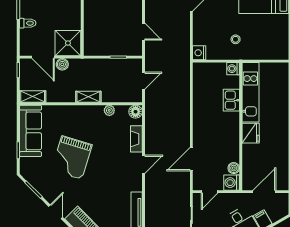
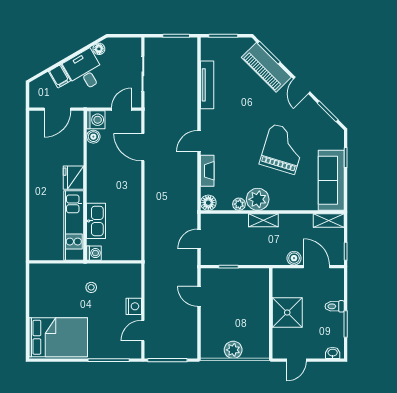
shower: (68, 43) -> (287, 312), moved
nightstand: (199, 53) -> (134, 306), moved
kitchen sink: (231, 100) -> (96, 221), width x1.38
plant: (93, 115) -> (258, 199), added
door: (191, 159) -> (143, 147), swing flipped

